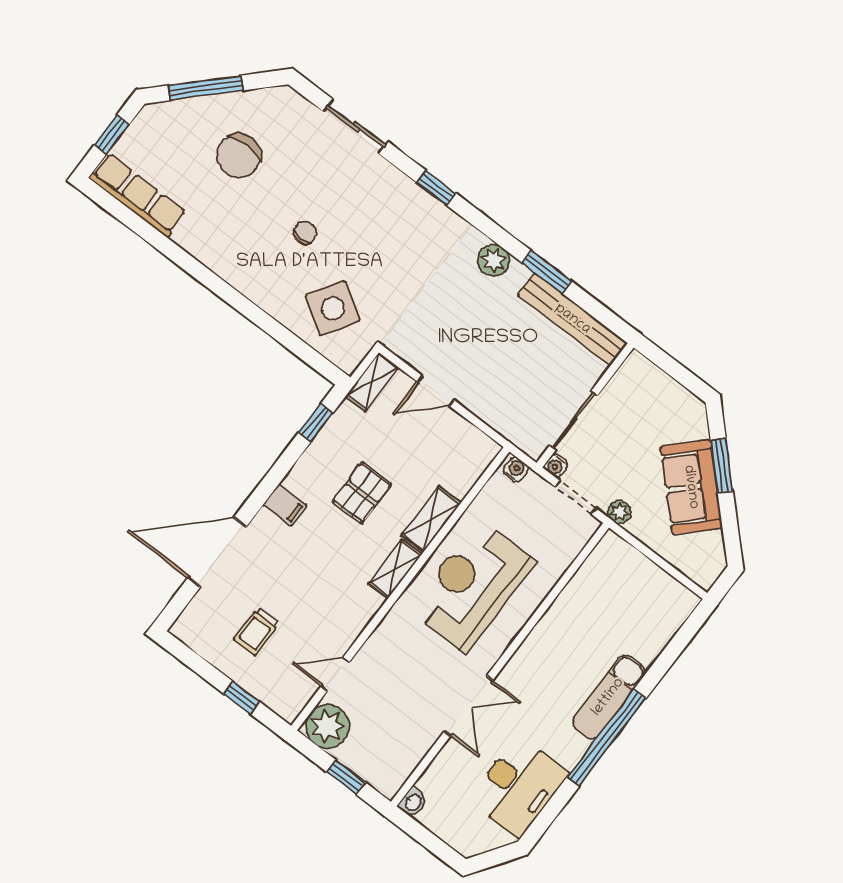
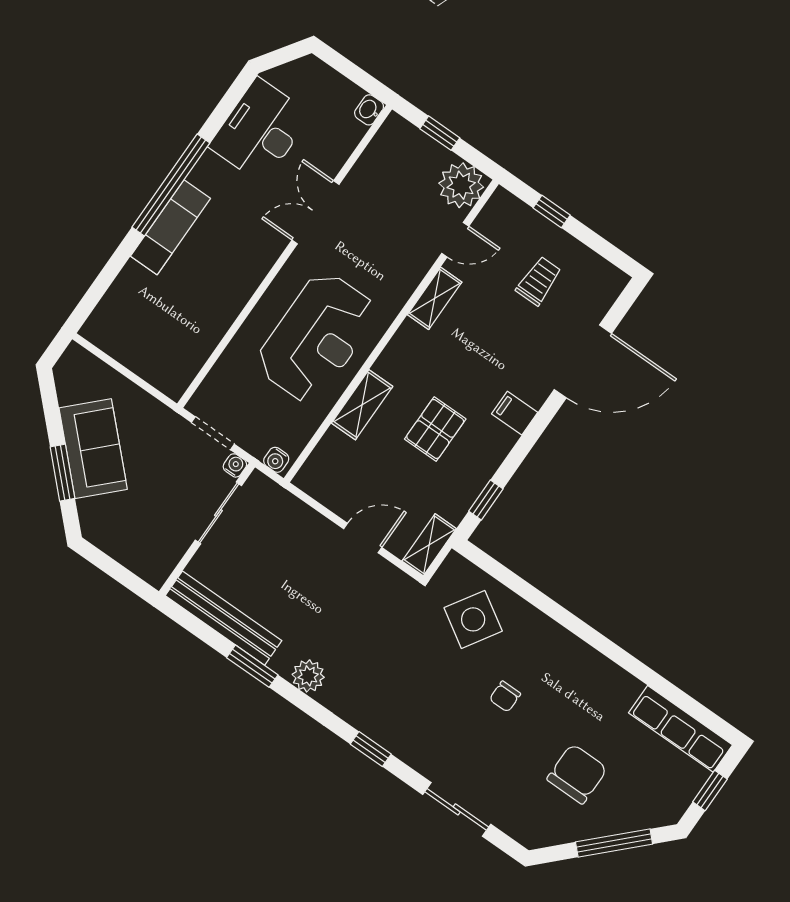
plant: (620, 512) -> (167, 420), removed
shelving: (395, 569) -> (435, 298), moved

